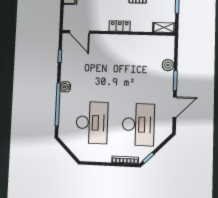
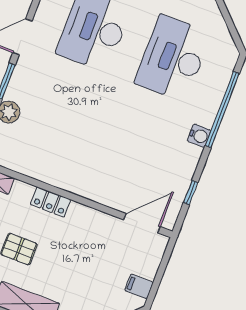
locker: (120, 26) -> (51, 202), moved
door: (79, 32) -> (142, 223), hinge flipped

